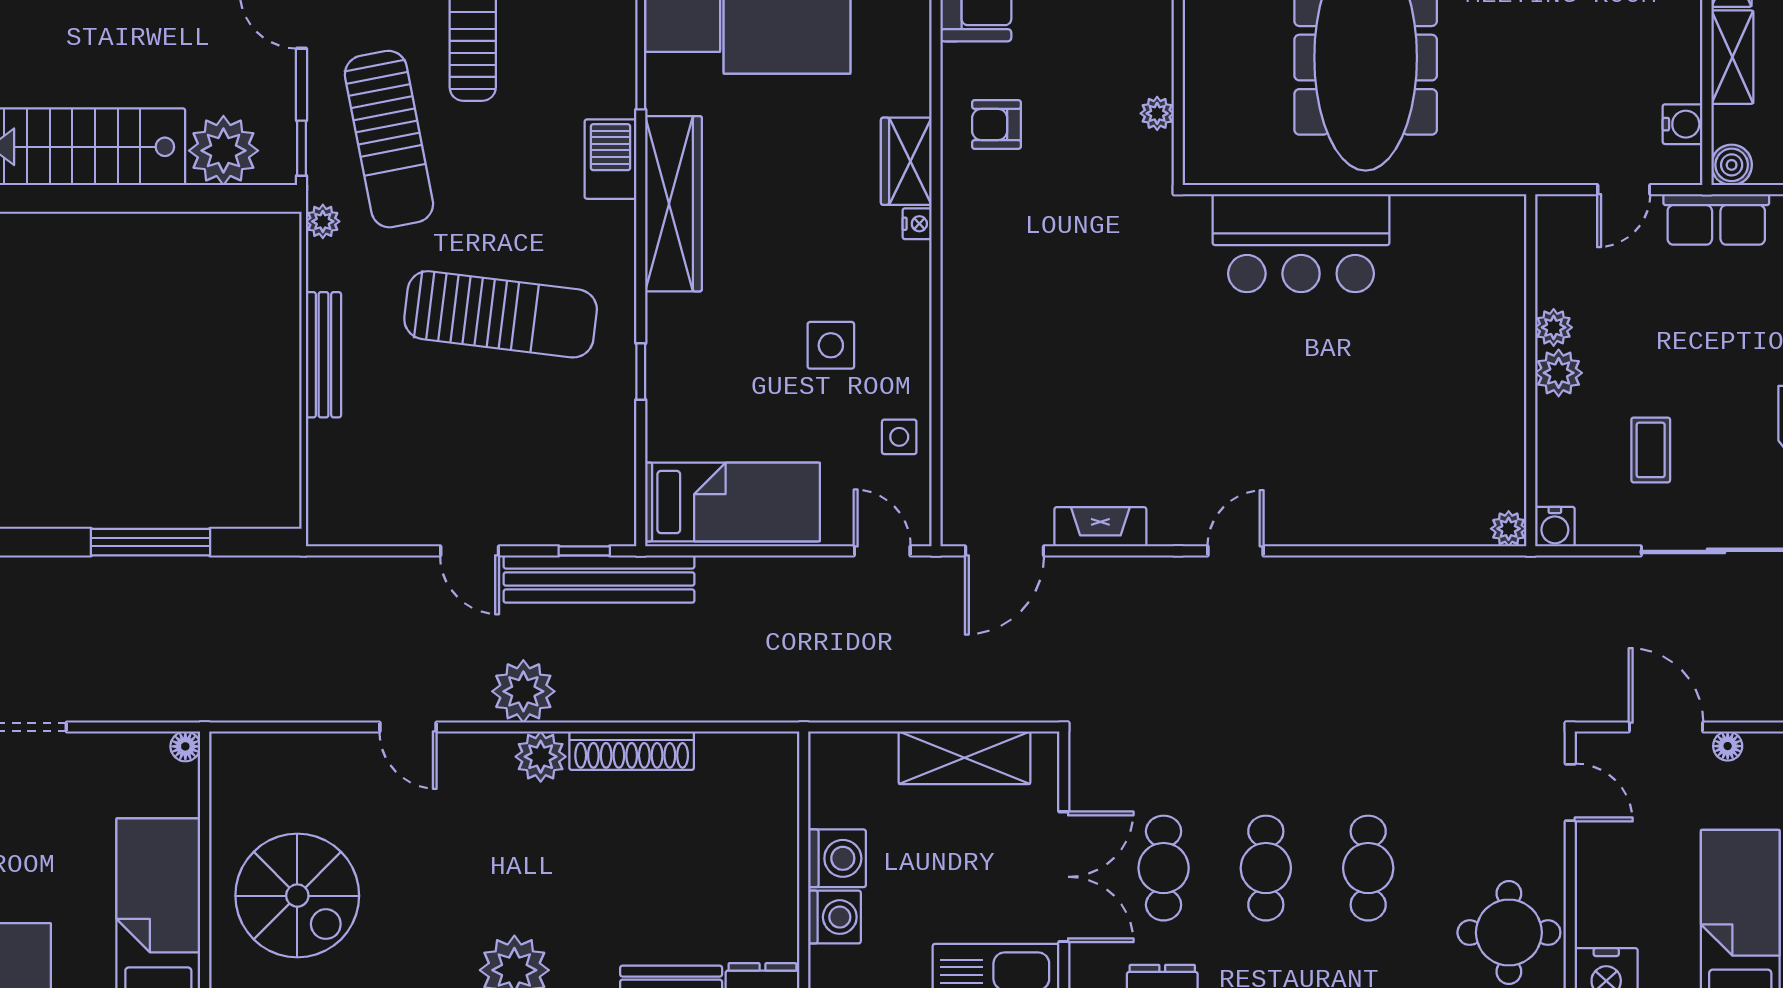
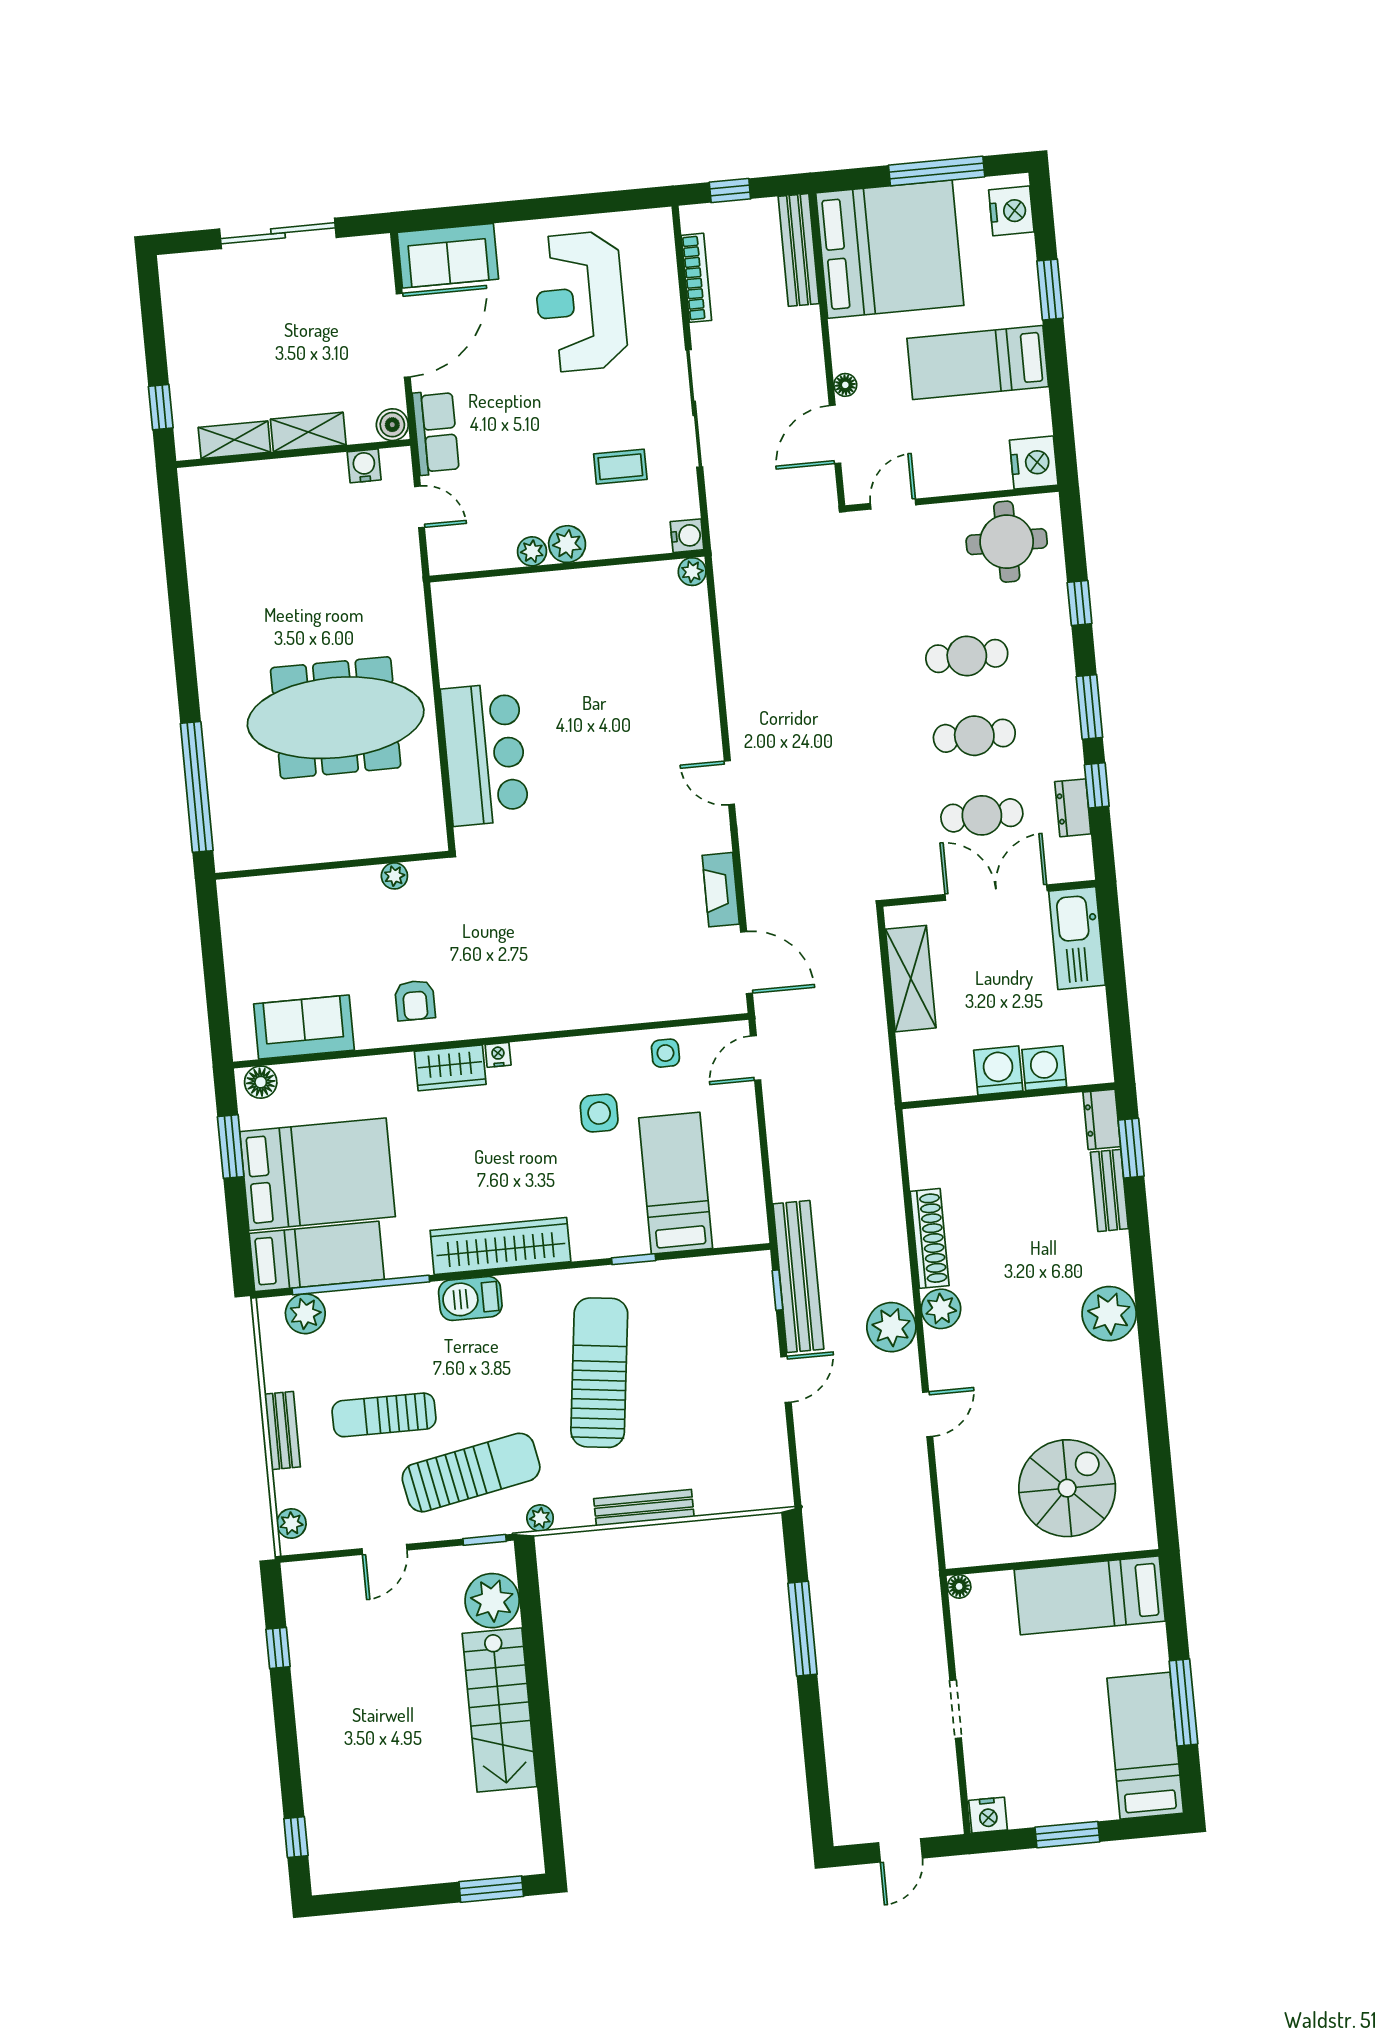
bed: (733, 502) -> (676, 1183), moved

